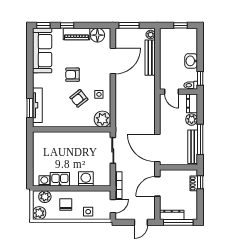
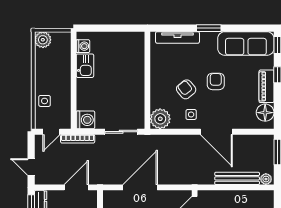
door: (113, 61) -> (216, 132), moved
window: (30, 108) -> (209, 28), moved
door: (157, 148) -> (140, 187), moved
washing machine: (86, 179) -> (85, 120), moved
door: (157, 186) -> (76, 187), hinge flipped
plant: (45, 197) -> (63, 47), removed
chair: (66, 204) -> (54, 73), removed
door: (113, 206) -> (51, 132), hinge flipped

